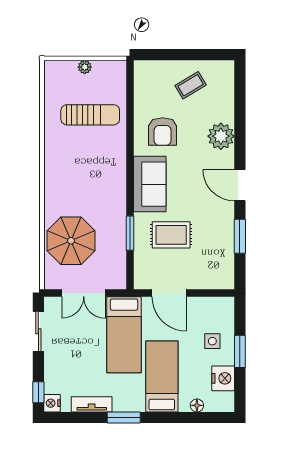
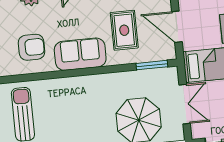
window: (130, 233) -> (152, 65), moved
door: (169, 293) -> (177, 27), swing flipped

